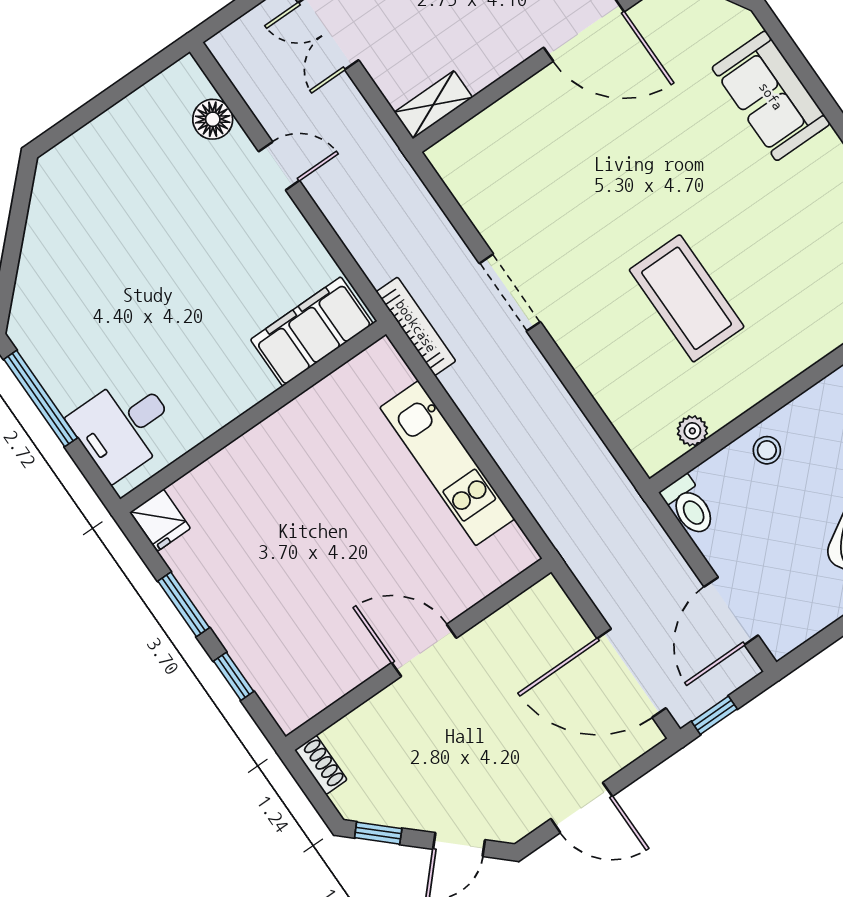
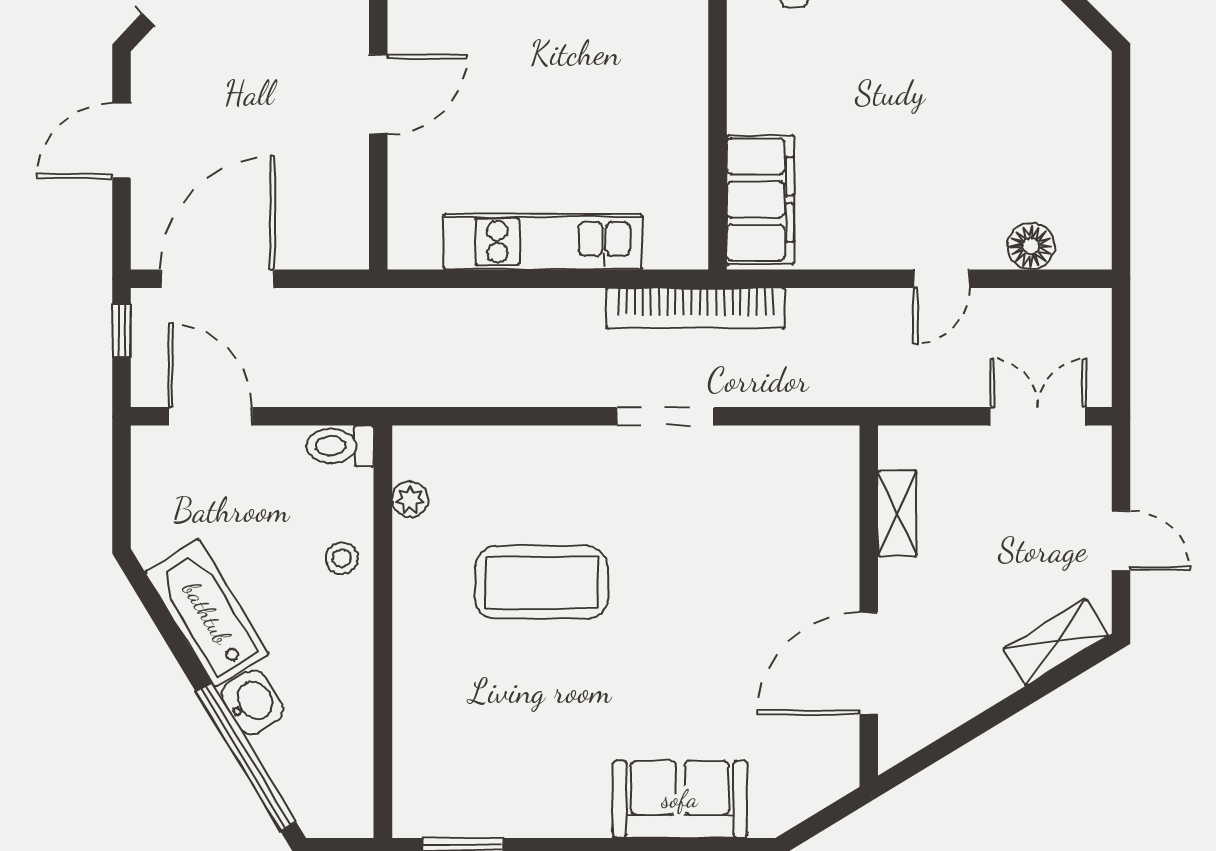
shelving: (433, 105) -> (897, 514), moved
bookcase: (416, 326) -> (696, 308), width x1.48, depth x1.31

